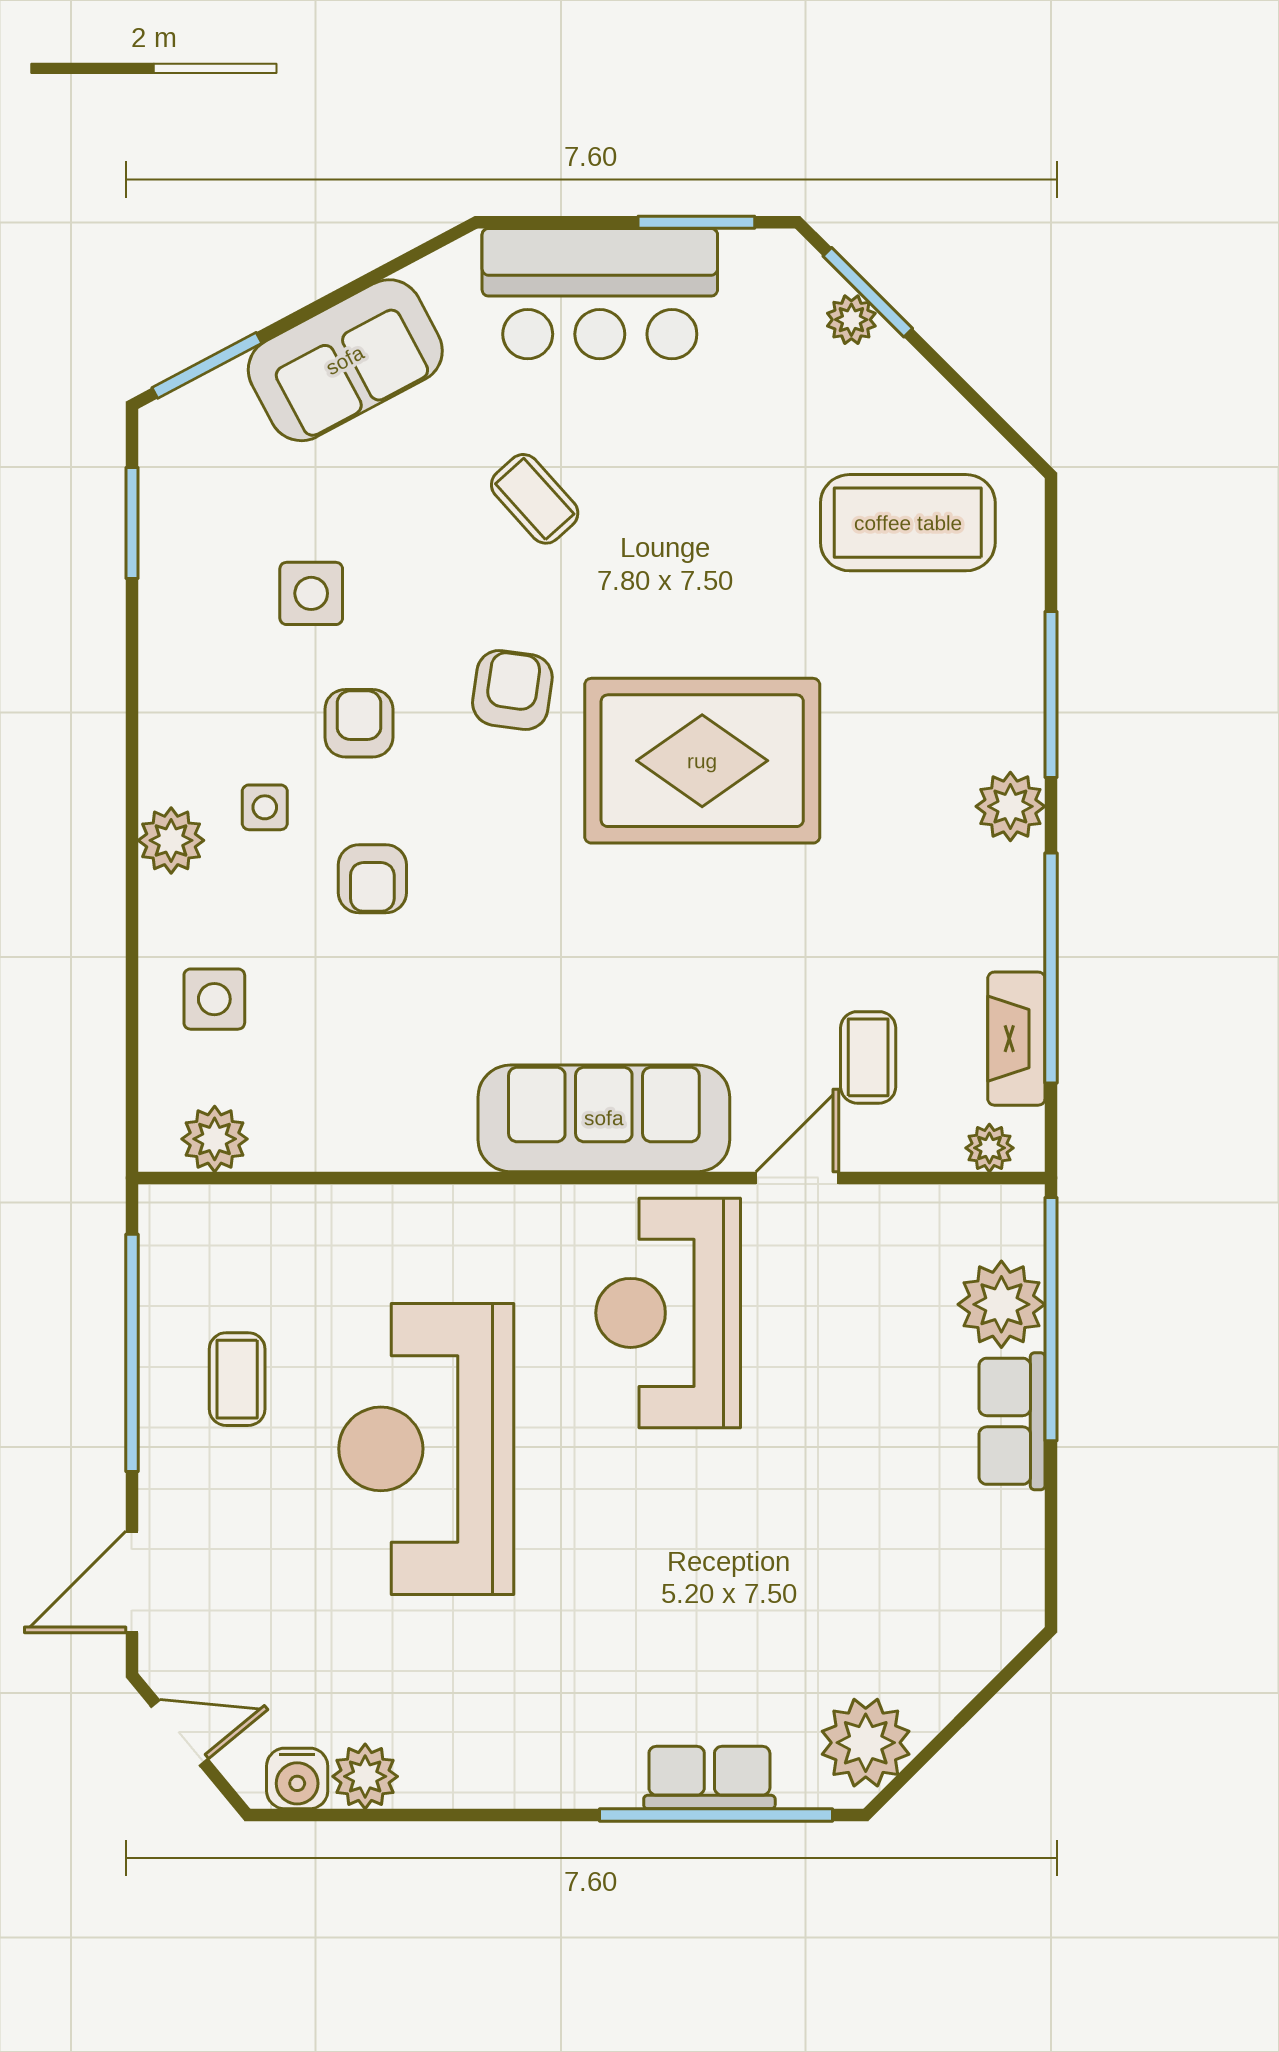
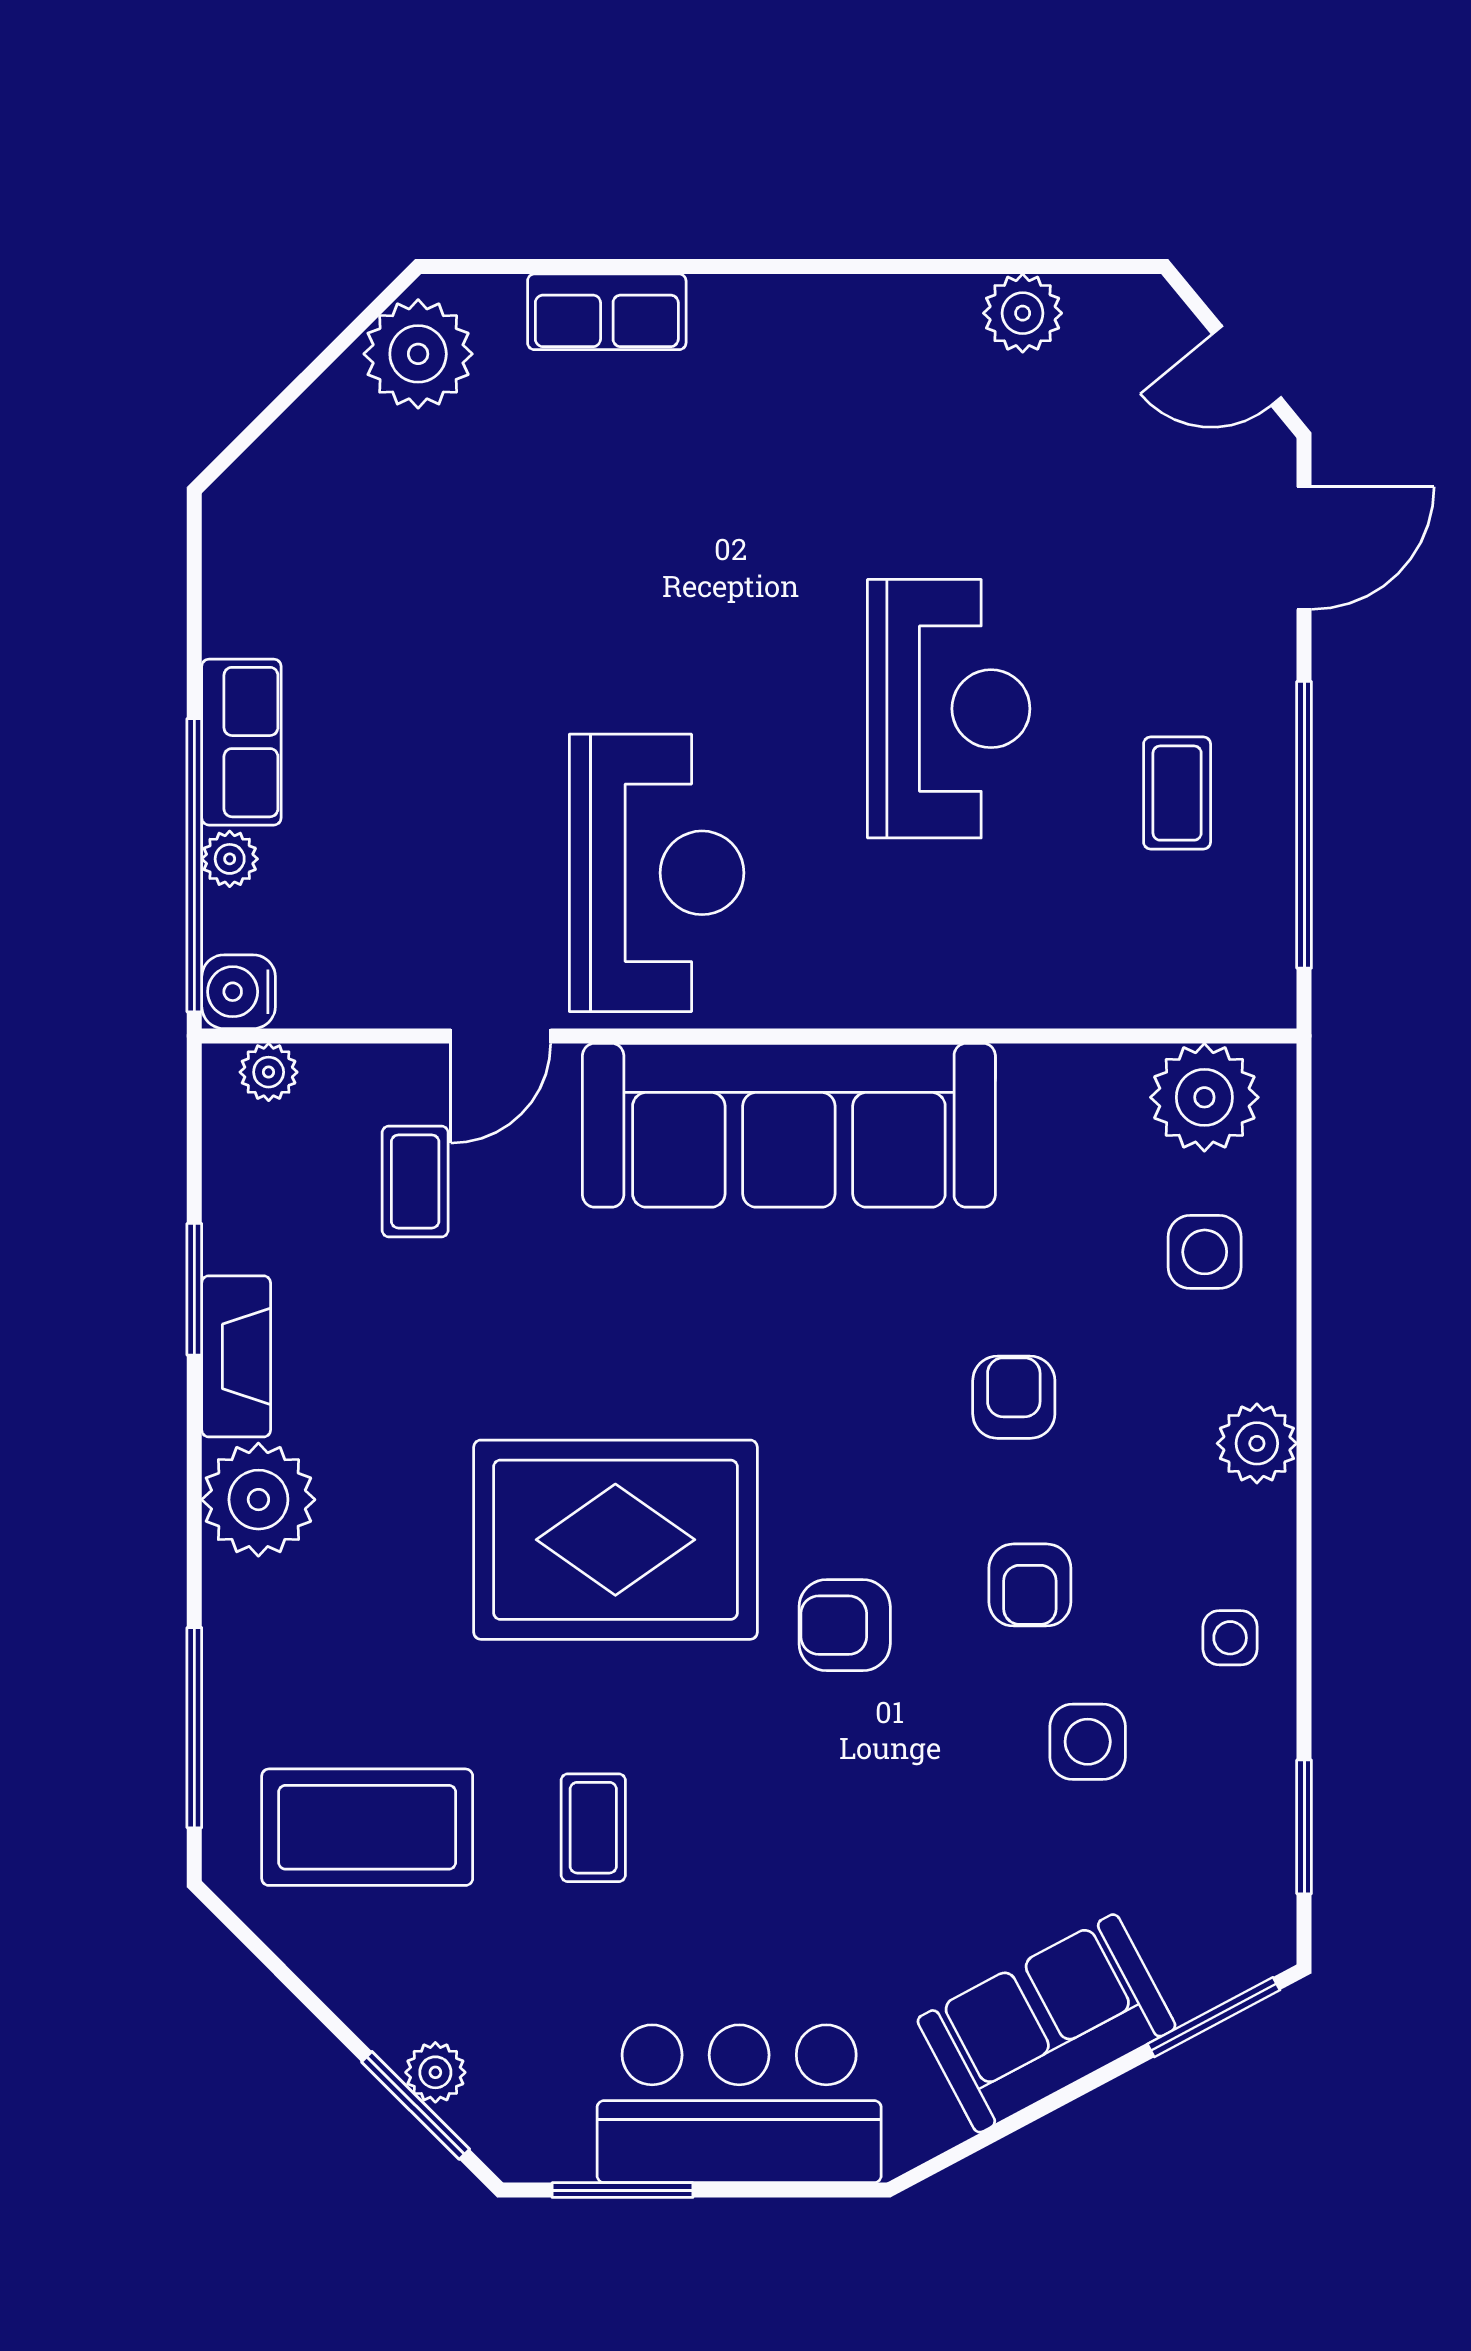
coffee table: (535, 499) -> (593, 1828), moved, turned 42
armchair: (512, 690) -> (845, 1625), turned 82
window: (1051, 695) -> (194, 1728), moved
plant: (1010, 806) -> (258, 1500), width x1.36, depth x1.36
side table: (265, 807) -> (1230, 1638), moved
window: (1051, 968) -> (194, 1289), width x0.47
fireplace: (1016, 1039) -> (236, 1356), moved
sofa: (604, 1118) -> (789, 1125), width x1.36, depth x1.27
plant: (215, 1139) -> (1204, 1097), width x1.36, depth x1.36
plant: (1001, 1304) -> (230, 859), width x0.53, depth x0.53
reception desk: (426, 1449) -> (949, 709), width x0.74, depth x0.77
water cooler: (297, 1778) -> (239, 992), moved, turned -90
window: (716, 1815) -> (599, 267), removed

